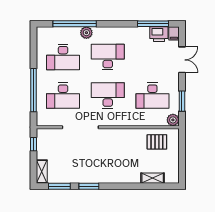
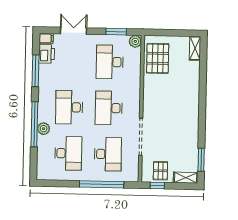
window: (75, 24) -> (34, 124), moved
window: (153, 24) -> (36, 71), moved
desk: (152, 96) -> (110, 62), turned 180
pallet: (157, 142) -> (158, 58), width x1.50, depth x1.42
pallet: (48, 147) -> (160, 171), added
shelving: (153, 178) -> (195, 48), moved
window: (89, 186) -> (202, 129), removed

